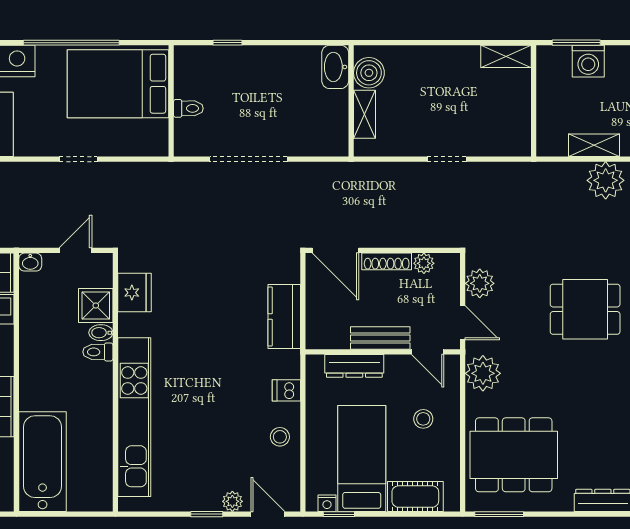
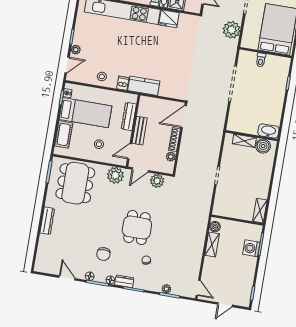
boiler: (555, 146) -> (215, 227), added
plant: (606, 180) -> (232, 30), moved
fridge: (134, 293) -> (169, 19), moved
kitchen counter: (284, 316) -> (144, 86), moved

